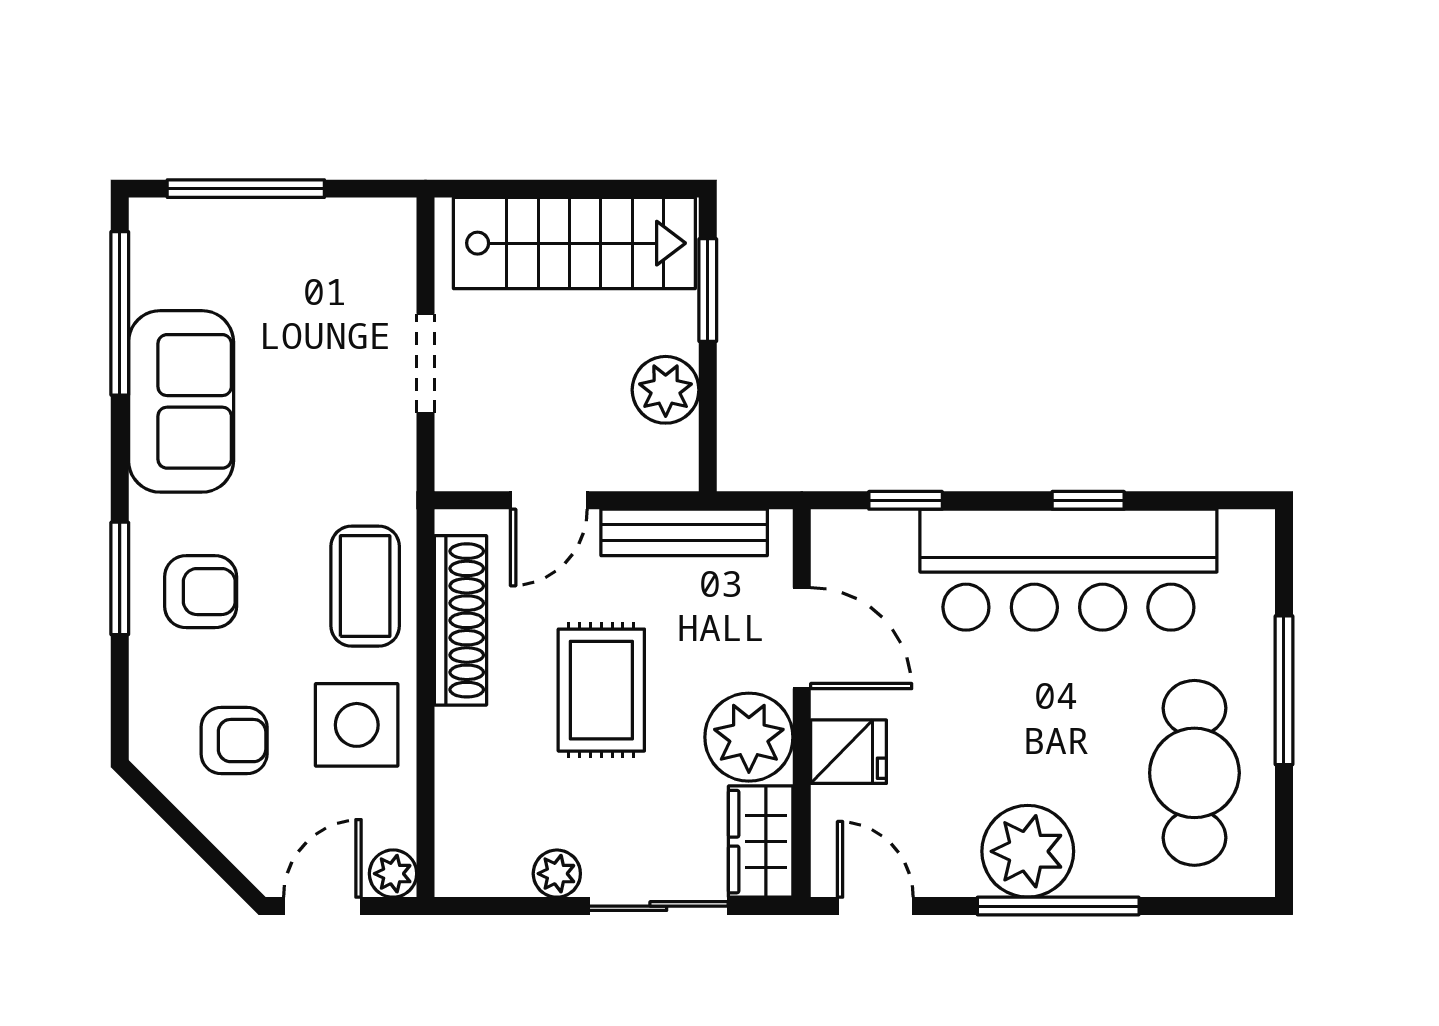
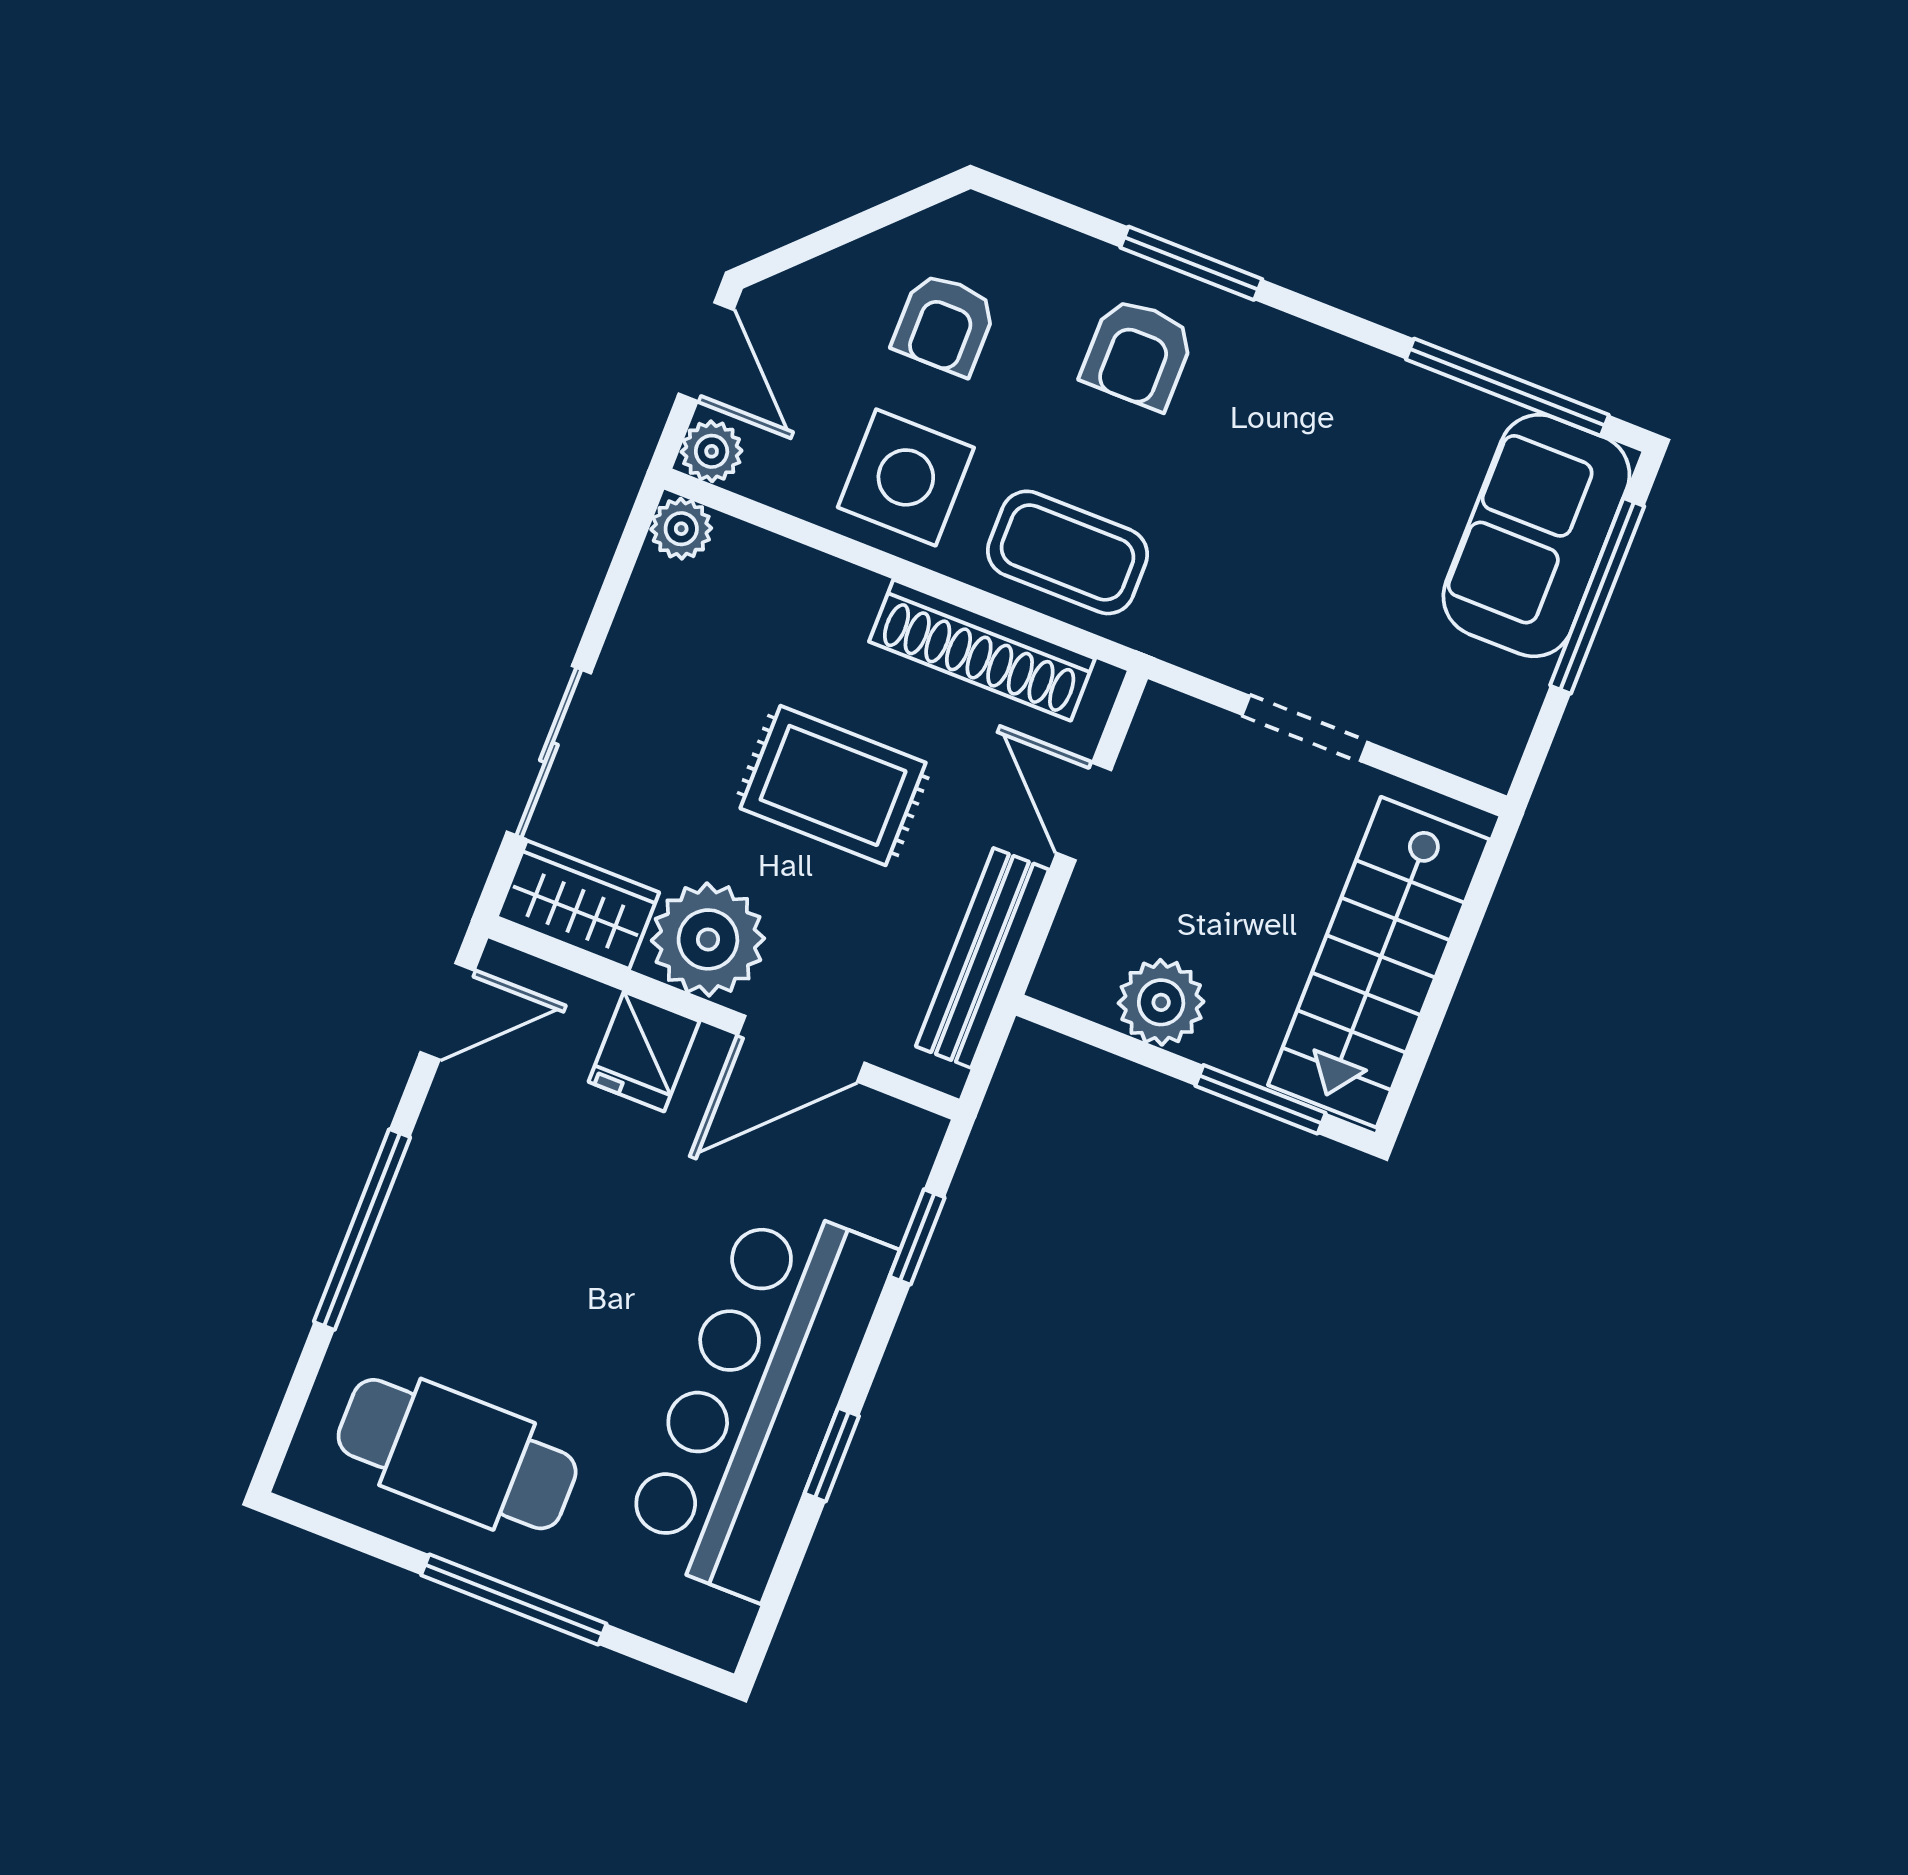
sofa: (181, 401) -> (1536, 536), moved, turned 90
plant: (1028, 851) -> (442, 1219), removed
plant: (557, 874) -> (681, 529), moved

